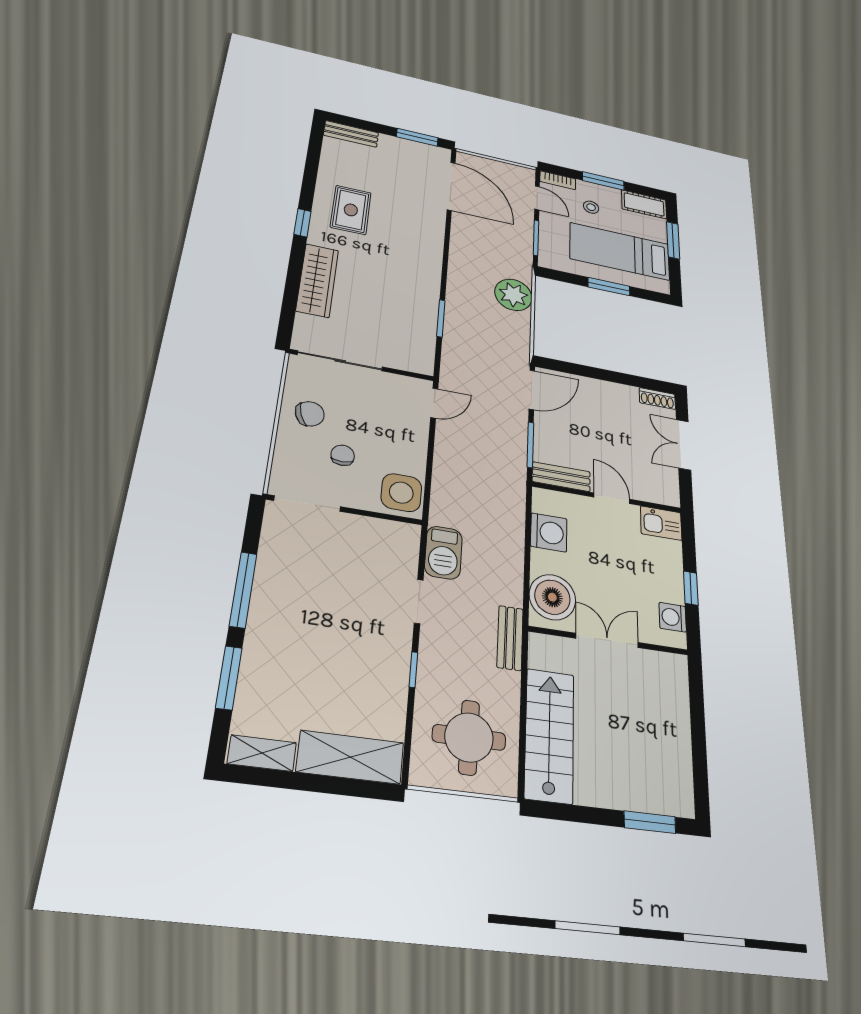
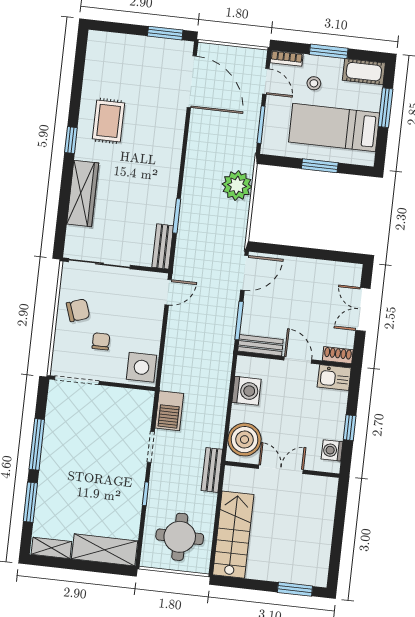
bench: (351, 134) -> (163, 246), moved, turned 90
shoe rack: (657, 398) -> (338, 355), moved, turned 180

